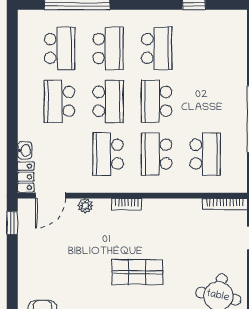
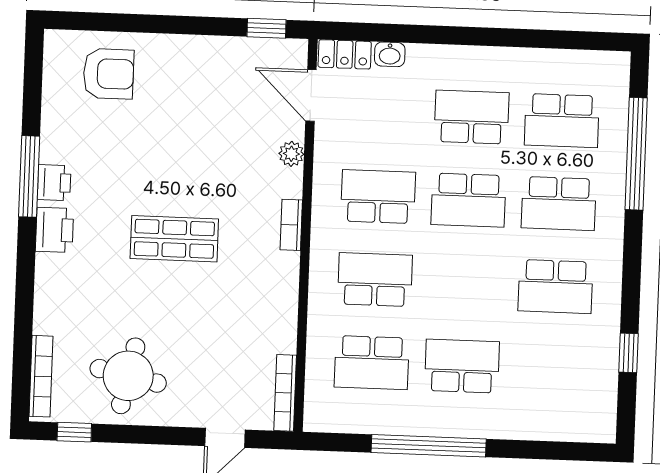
school desk: (157, 101) -> (462, 366), moved
shop shelf: (137, 272) -> (174, 239), turned 90

